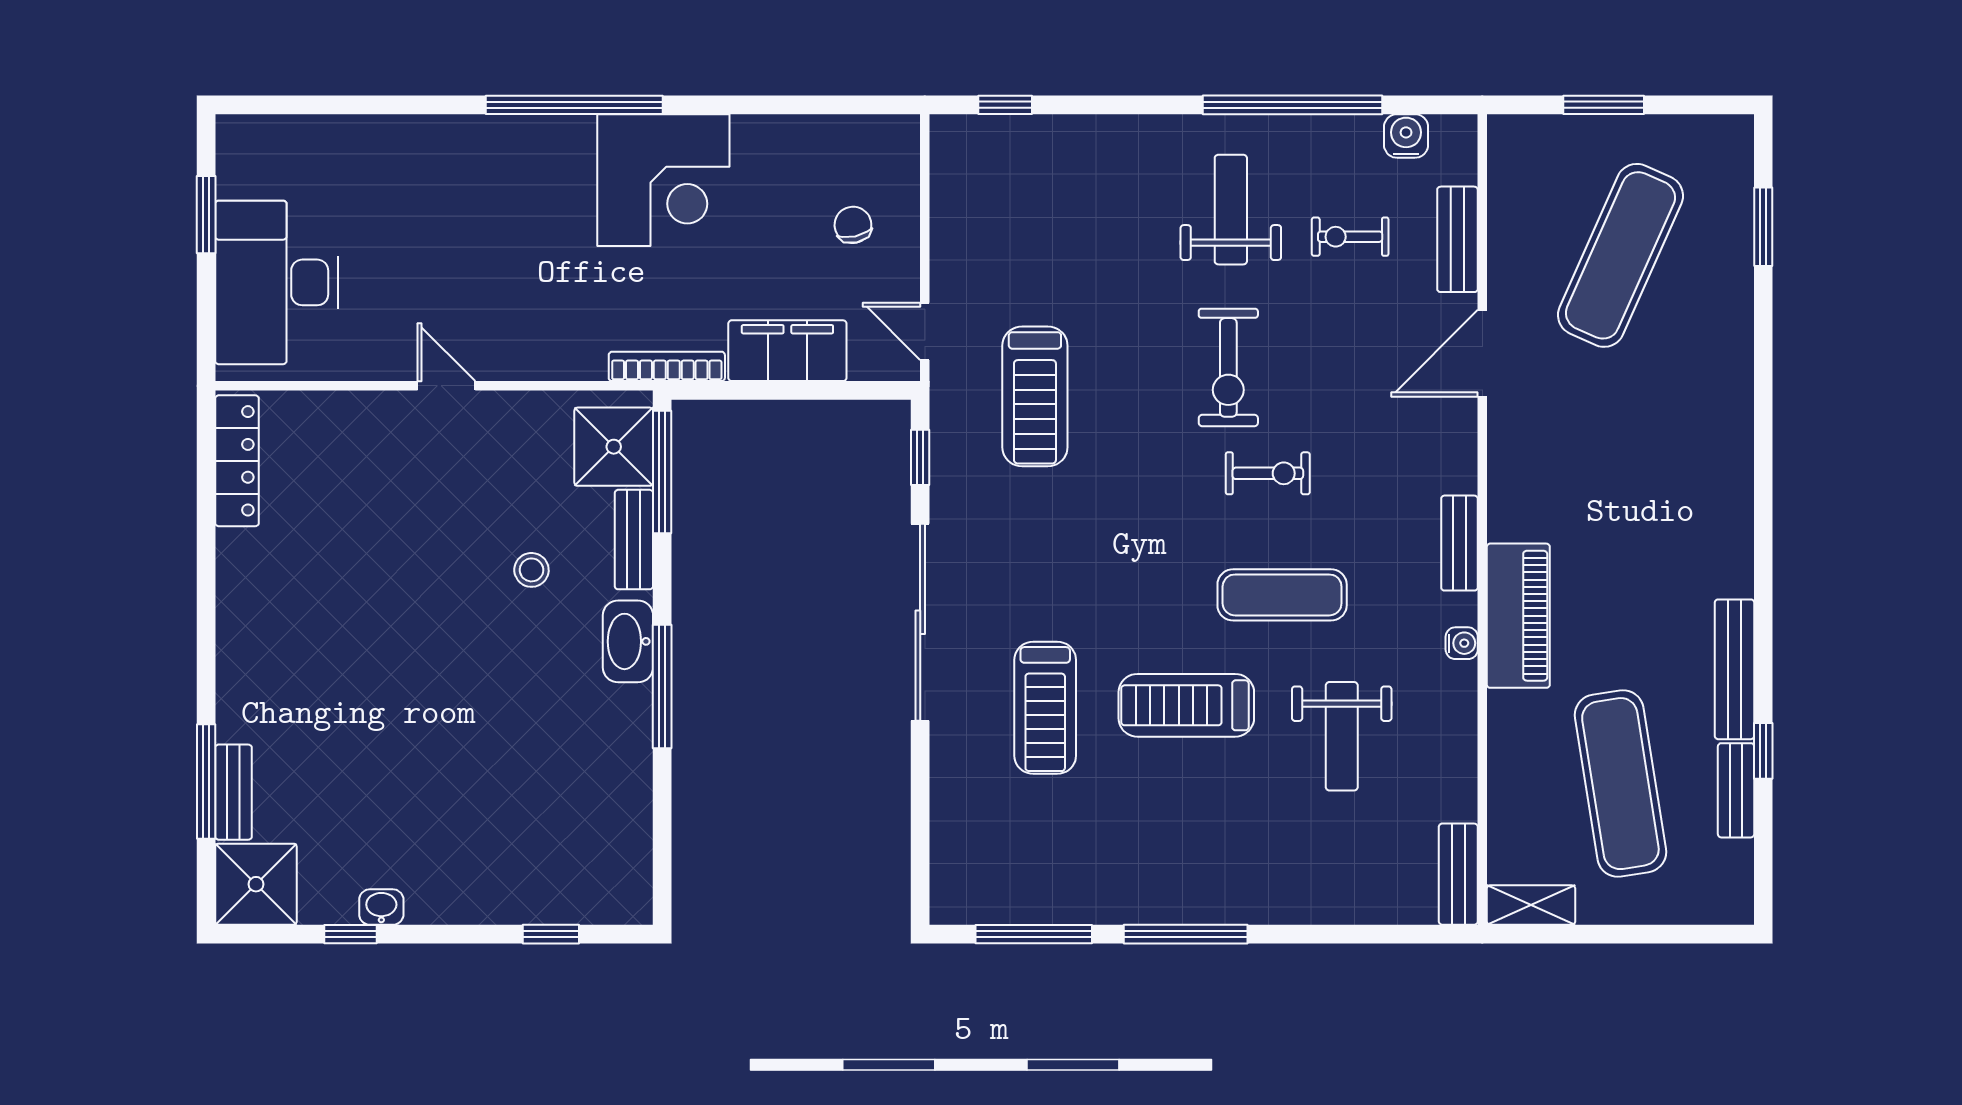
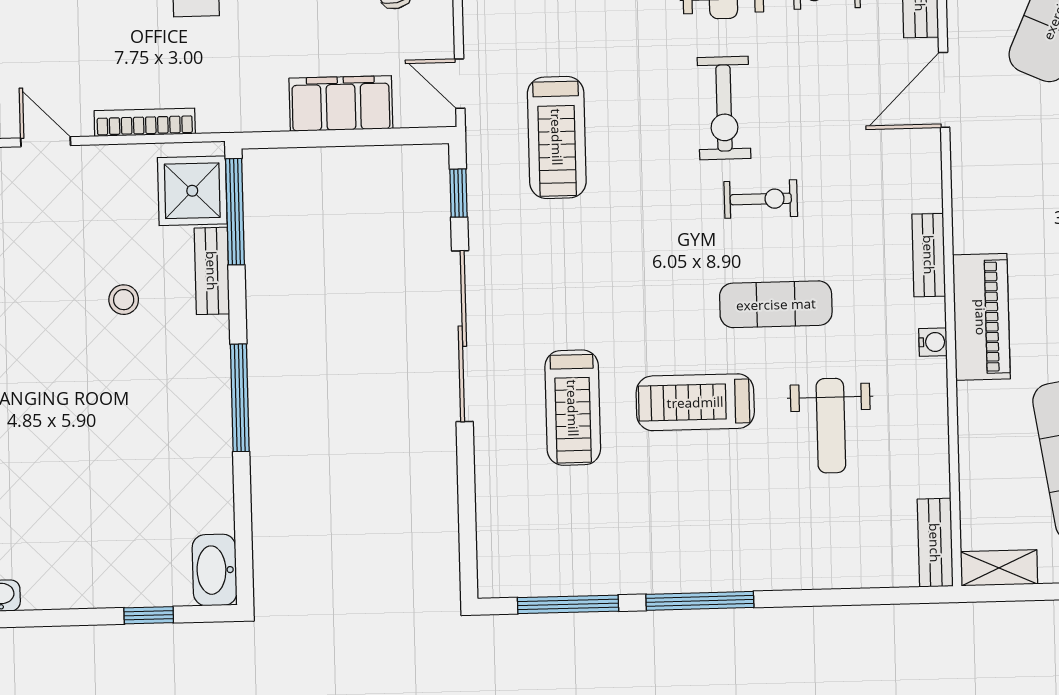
bookcase: (667, 366) -> (145, 122), moved
washbasin: (628, 641) -> (215, 570), moved

